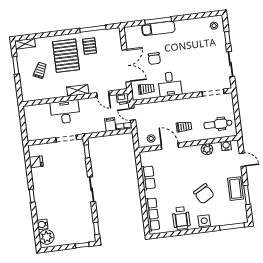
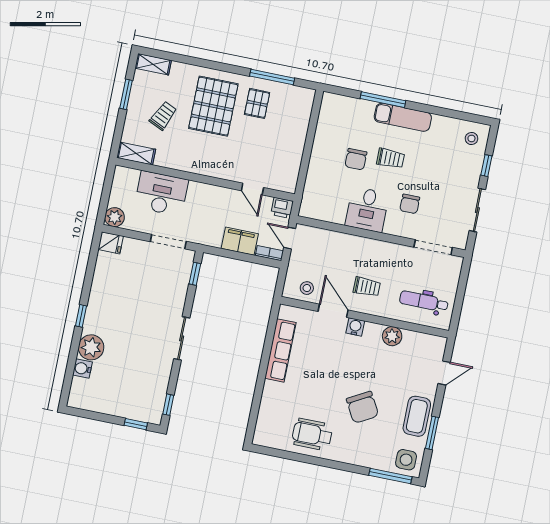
exam couch: (158, 28) -> (403, 117), moved
double door: (126, 66) -> (306, 156), removed
chair: (192, 73) -> (410, 204), added
trolley: (146, 89) -> (390, 158), moved
shelving: (78, 90) -> (136, 153), moved
desk: (65, 112) -> (161, 193), moved
filing cabinet: (110, 124) -> (240, 241), width x2.00
plant: (32, 135) -> (115, 217), added
water cooler: (226, 146) -> (355, 327), moved
door: (242, 160) -> (444, 373), hinge flipped
fridge: (36, 162) -> (111, 243), moved
row of seats: (148, 178) -> (280, 350), width x1.48
row of seats: (152, 214) -> (267, 412), removed
wheelchair: (181, 218) -> (312, 434), turned 90
side table: (204, 221) -> (406, 460), moved
plant: (47, 237) -> (91, 347), moved

